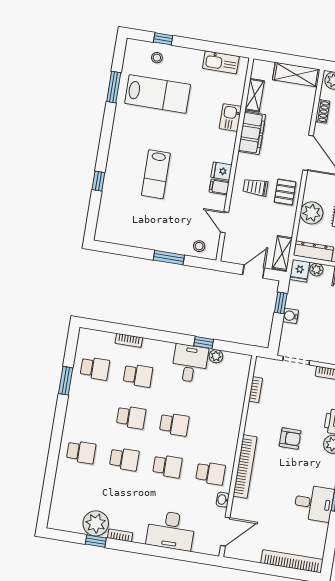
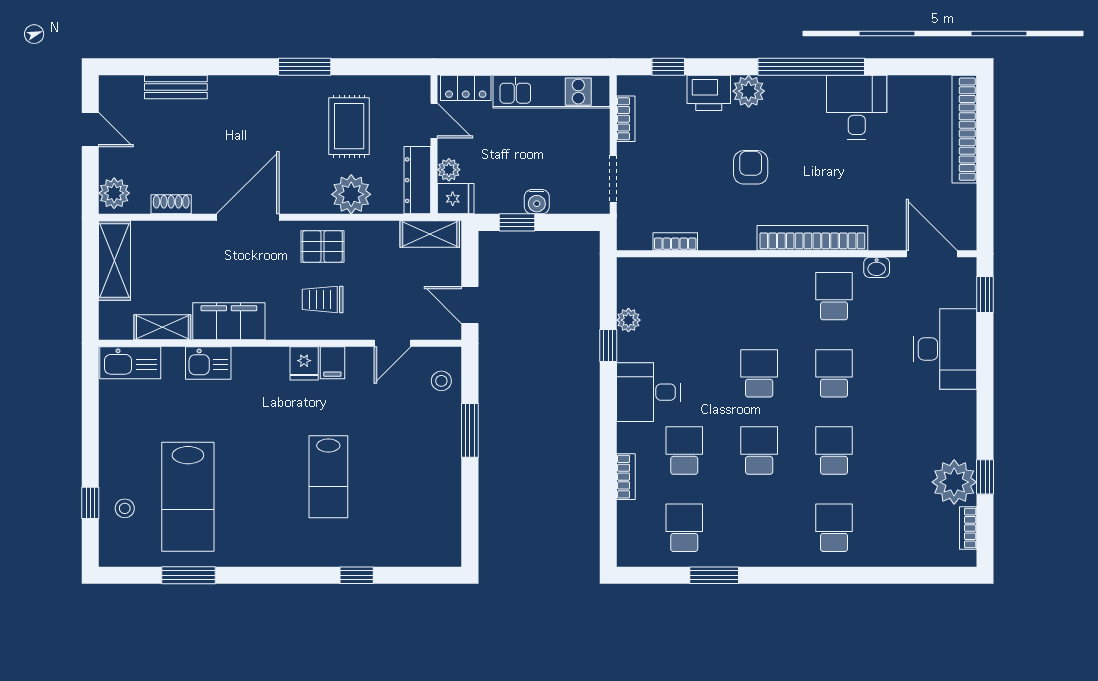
kitchen sink: (221, 62) -> (130, 363), moved, turned 90
lab bench: (158, 94) -> (188, 497), turned 180
lab bench: (156, 174) -> (328, 477), turned 90
trolley: (255, 187) -> (323, 299), turned 90
door: (253, 271) -> (470, 305), moved
desk: (190, 363) -> (648, 392), moved
bookcase: (120, 535) -> (968, 528), moved
window: (198, 558) -> (985, 294), added

